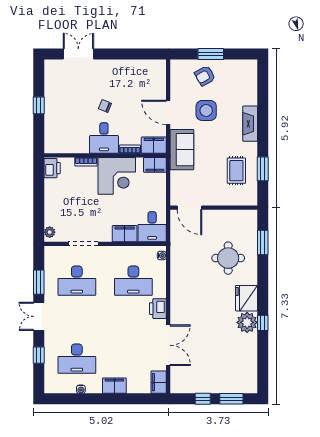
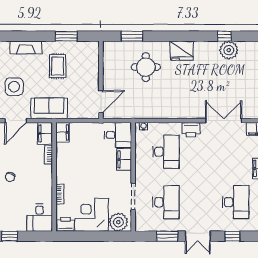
desk: (104, 138) -> (40, 218), moved, turned 90
rug: (236, 171) -> (58, 66), moved, turned 90
corner desk: (117, 176) -> (92, 215), moved, turned -90
plant: (50, 232) -> (118, 222), width x1.88, depth x1.88
plant: (247, 322) -> (229, 50), moved
window: (263, 323) -> (224, 36), moved

